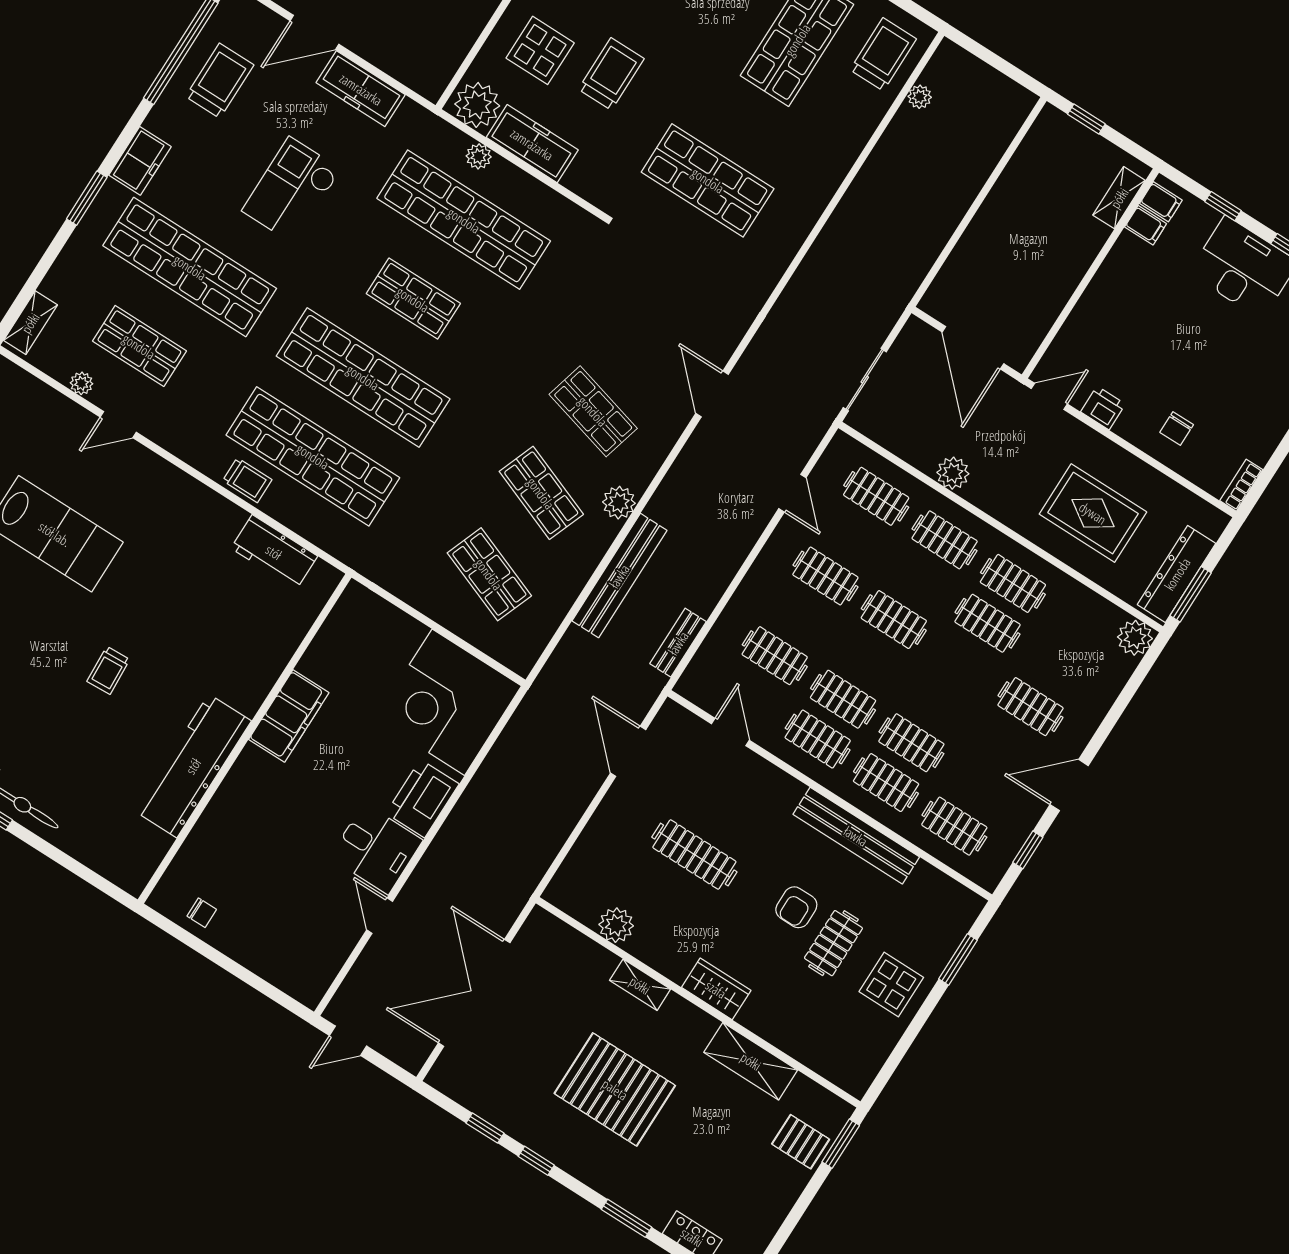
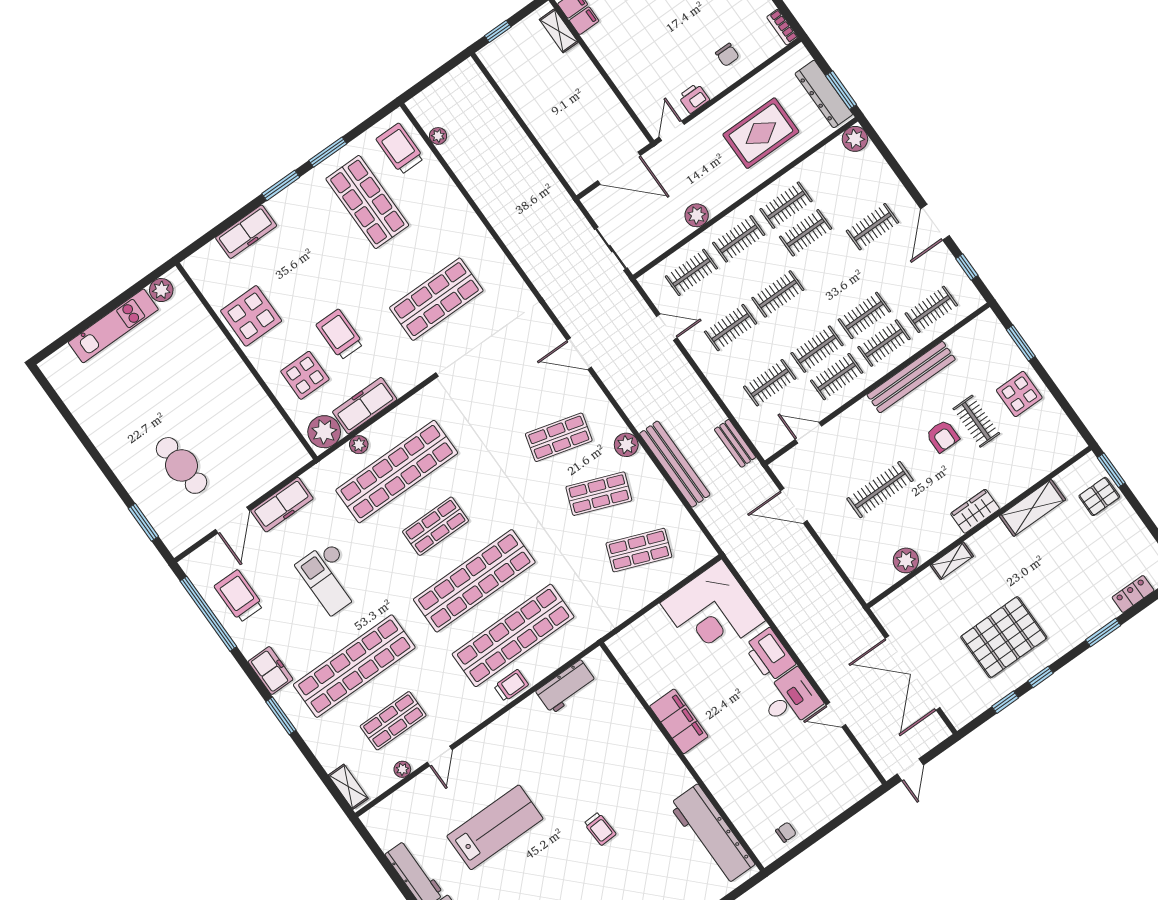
workbench: (193, 766) -> (712, 834), moved
pallet: (615, 1089) -> (1004, 637), moved

